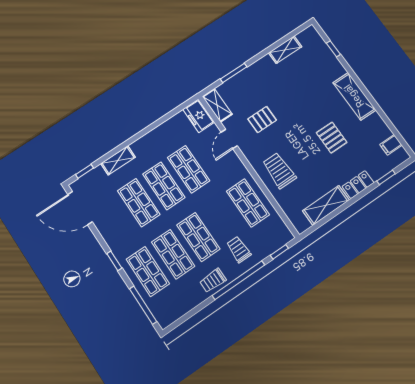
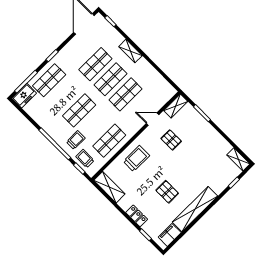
shelving: (285, 50) -> (238, 159), moved
shelving: (354, 96) -> (195, 209), width x1.47
freezer: (199, 116) -> (24, 96), moved, turned 180
pallet: (332, 138) -> (167, 192), turned 90
filing cabinet: (391, 145) -> (170, 235), width x2.00
shelving: (118, 160) -> (130, 51), moved
shelving: (326, 205) -> (109, 187), moved
shop shelf: (173, 254) -> (64, 95), removed
trolley: (213, 280) -> (85, 158), moved

